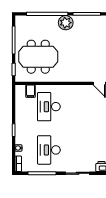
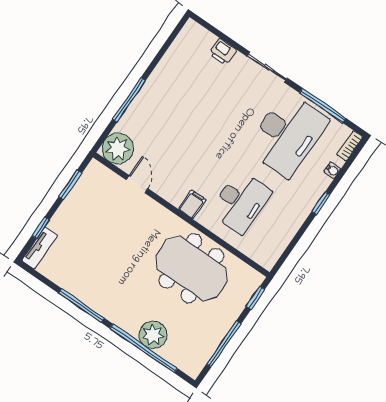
plant: (66, 23) -> (153, 335), moved
meeting table: (38, 57) -> (191, 268), moved
filing cabinet: (31, 91) -> (192, 204), moved
desk: (49, 150) -> (287, 134), width x1.36, depth x1.30

